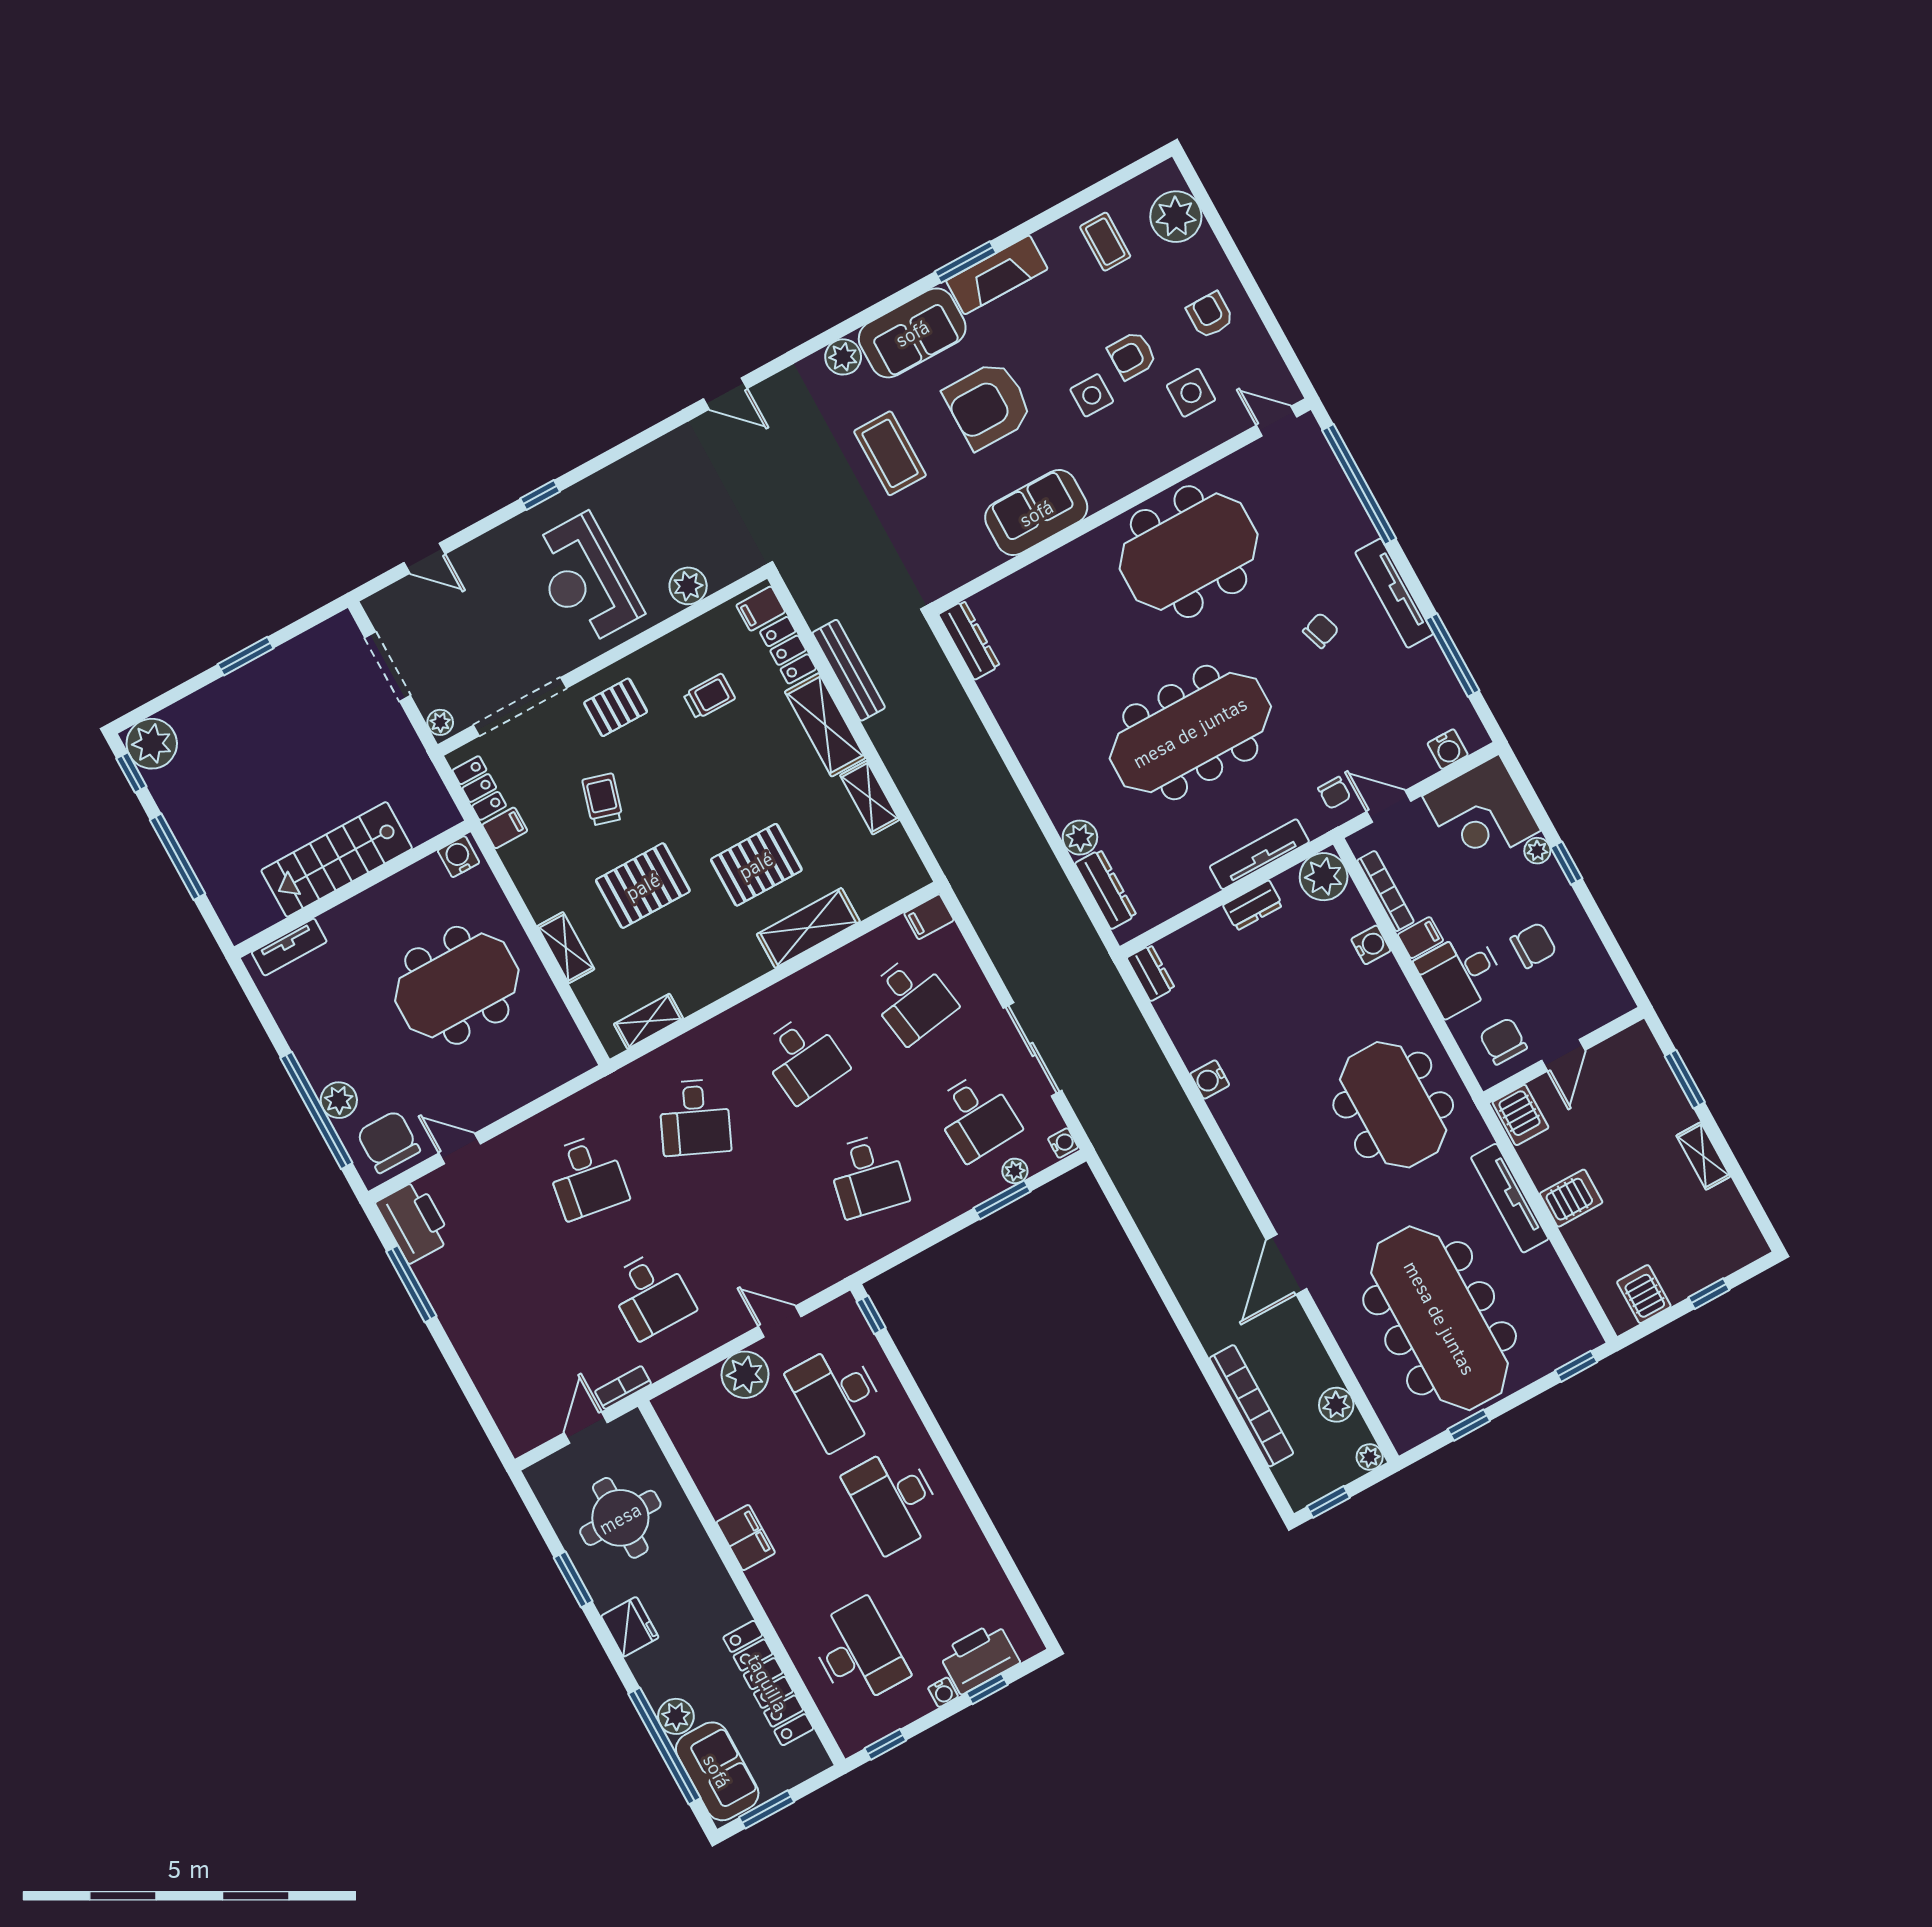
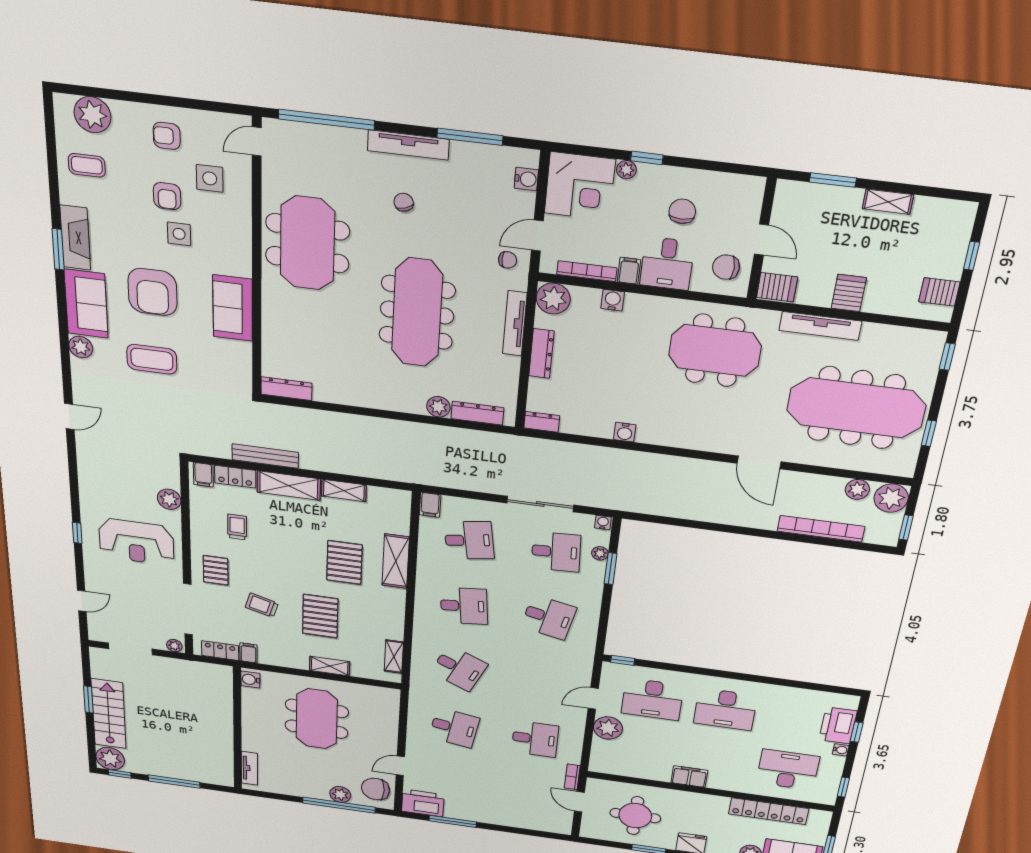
stairs: (337, 859) -> (109, 714), moved, turned 180
dresser: (1253, 905) -> (541, 354), width x1.44
plant: (1370, 1457) -> (891, 498), width x1.88, depth x1.88

